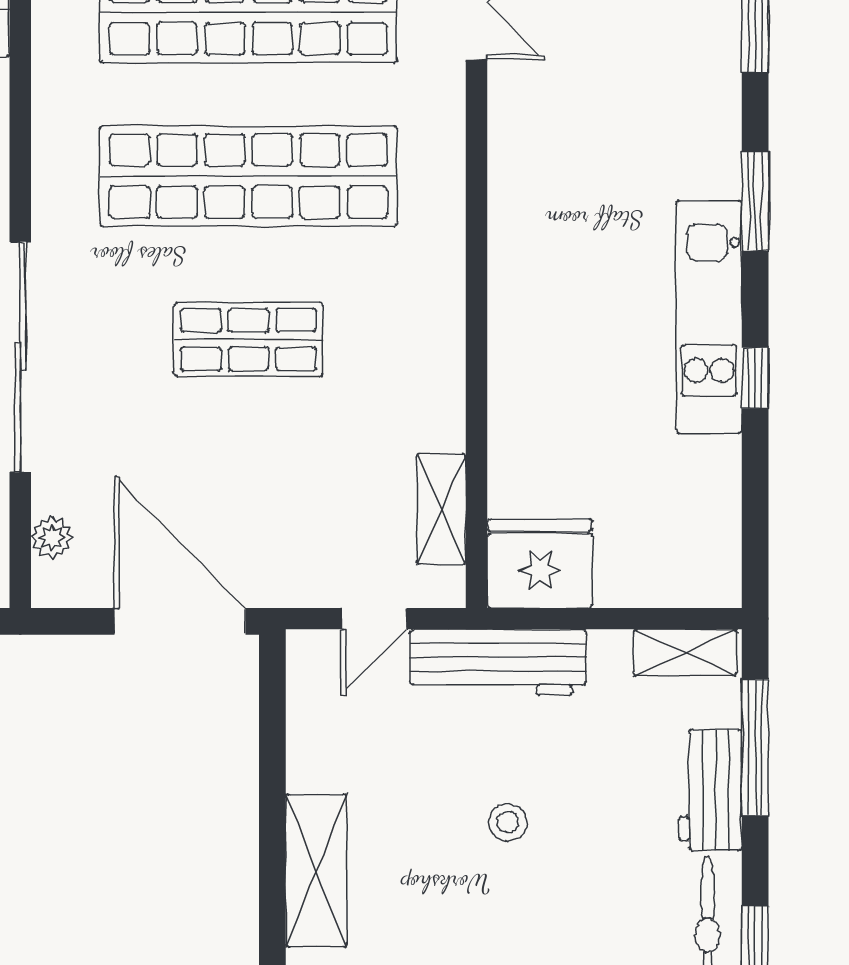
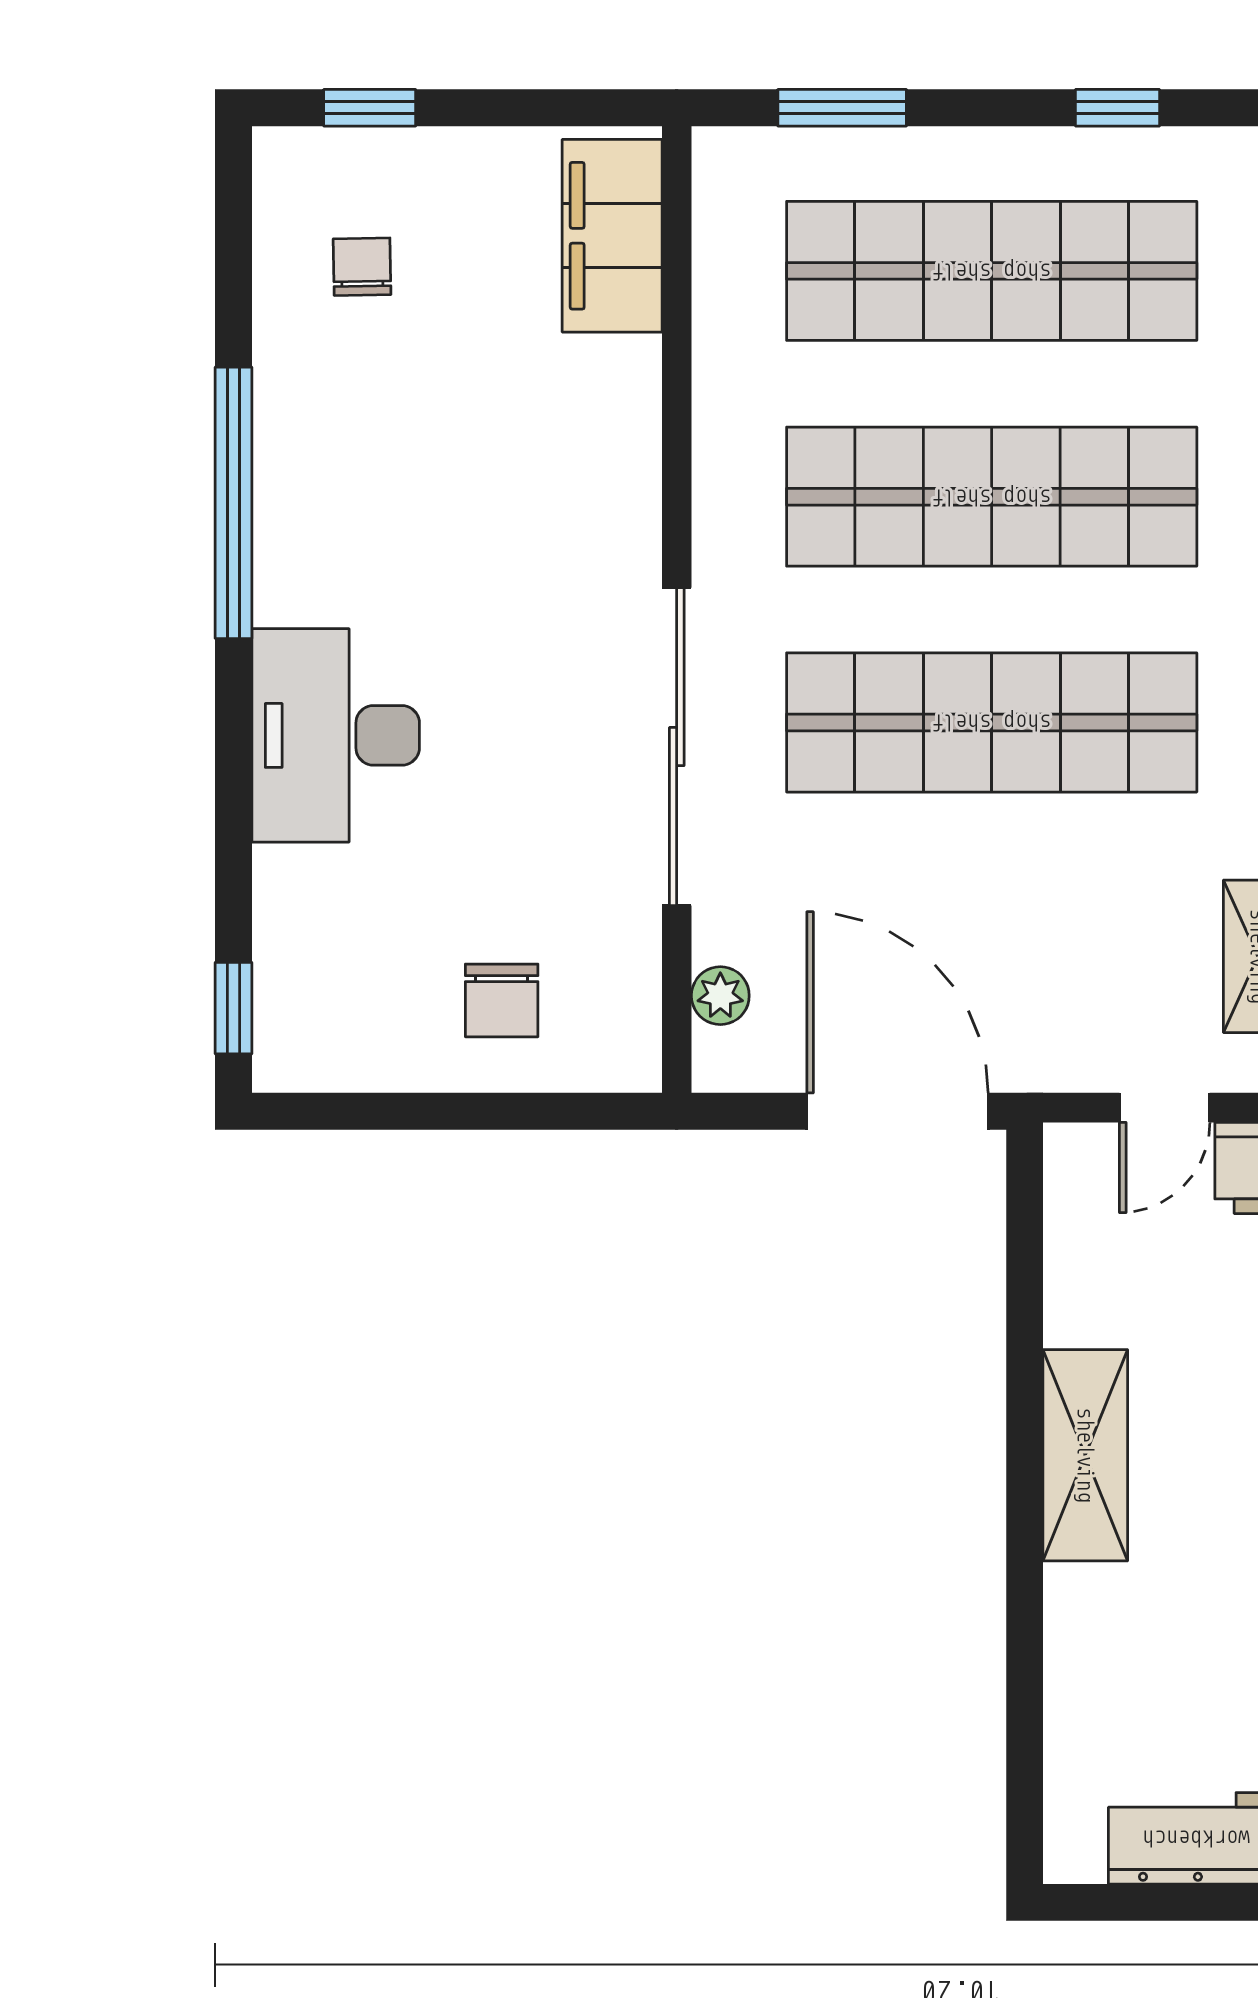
shop shelf: (248, 340) -> (992, 722), width x2.00, depth x1.36

